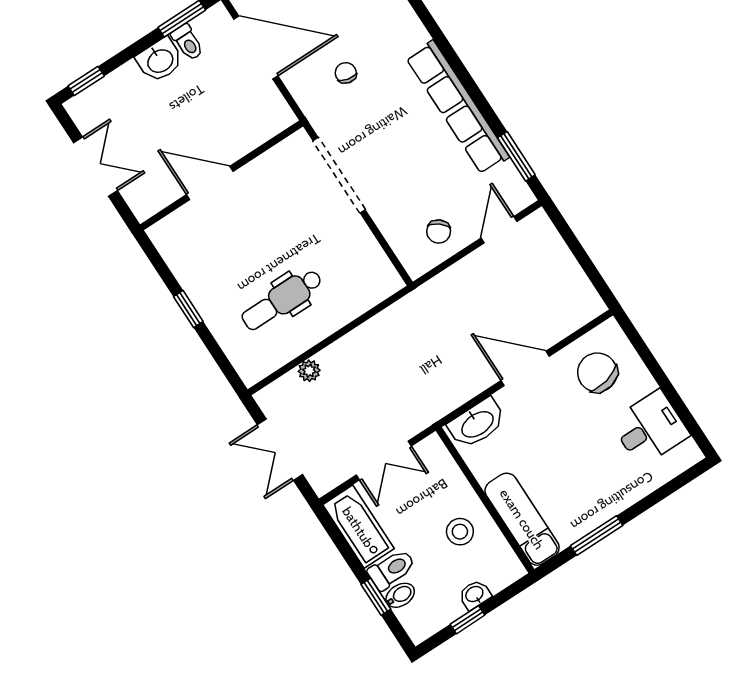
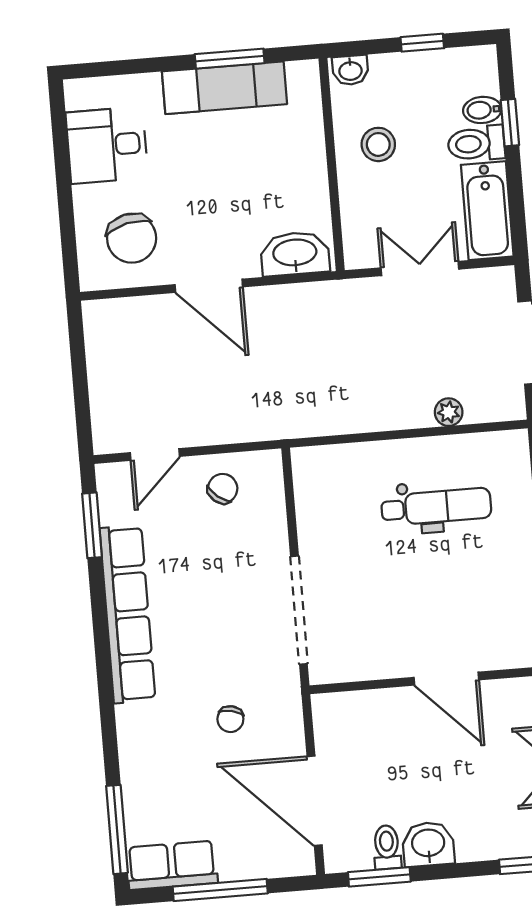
exam couch: (522, 519) -> (225, 88), moved, turned -90
washbasin: (475, 595) -> (350, 70), moved

